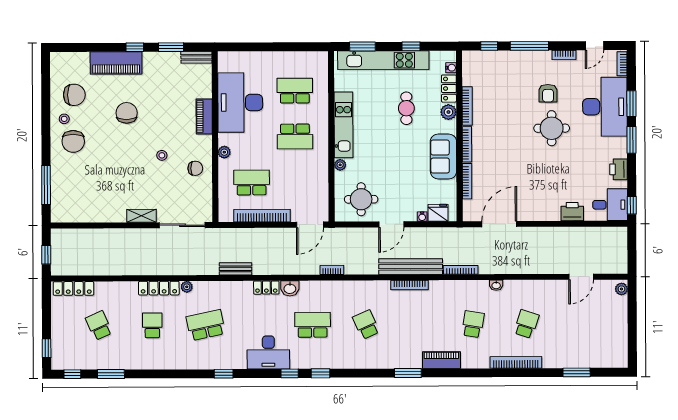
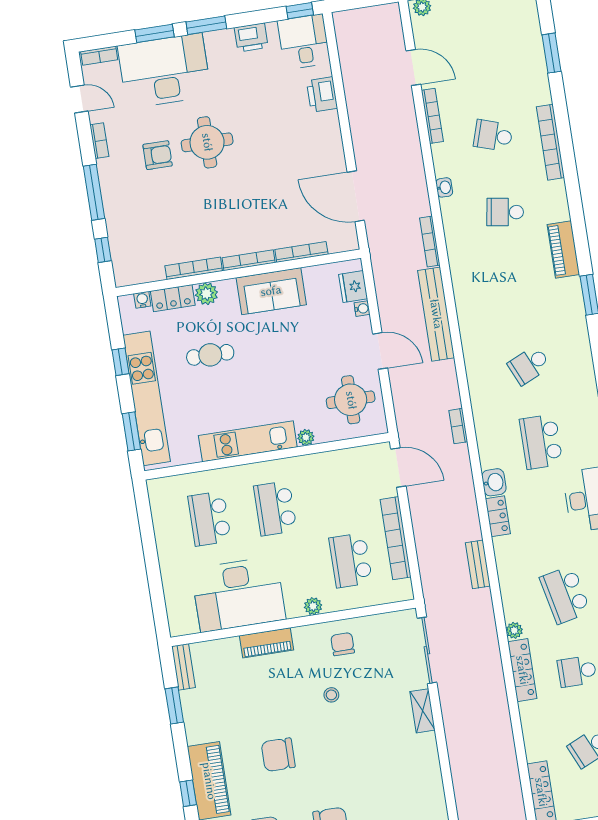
window: (135, 47) -> (188, 793), moved
school desk: (295, 136) -> (275, 508), turned 180
bookcase: (409, 285) -> (432, 116), moved

